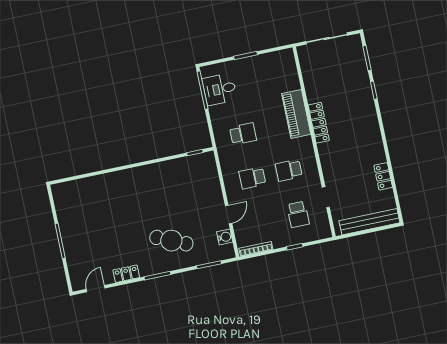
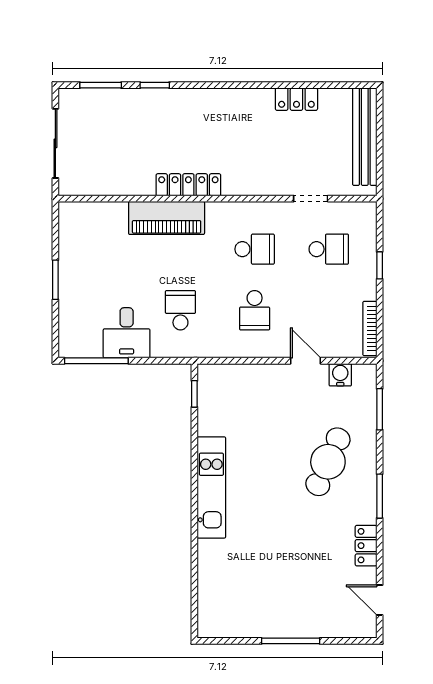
desk: (220, 89) -> (127, 333), moved
school desk: (289, 170) -> (255, 249), turned -90
kitchen unit: (141, 174) -> (211, 487), added

